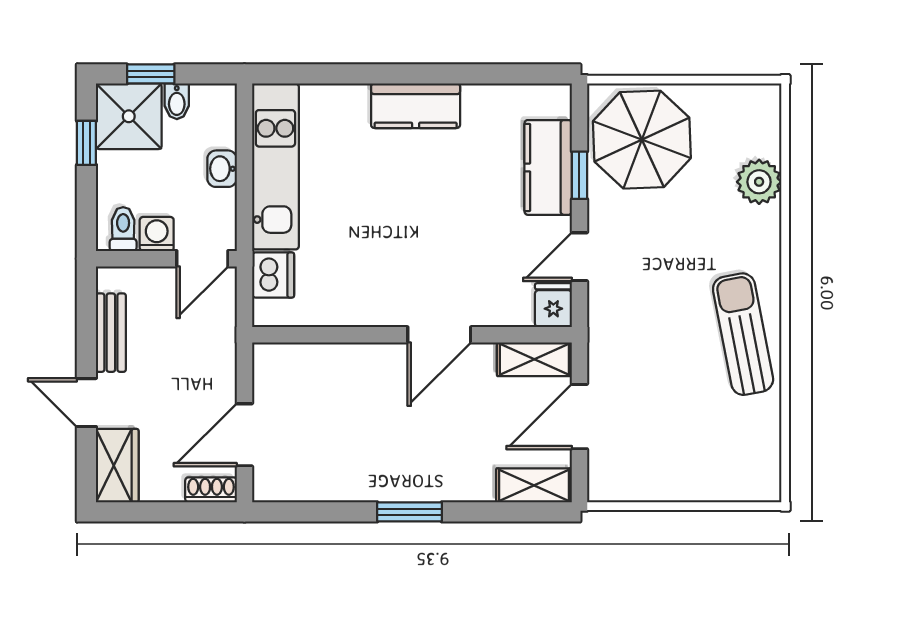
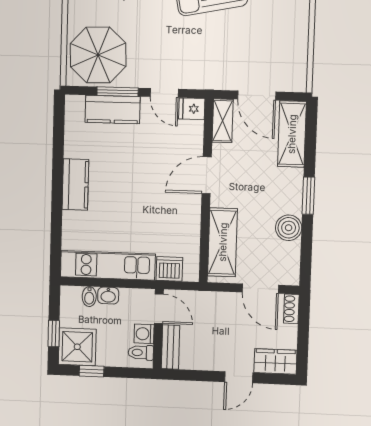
bidet: (177, 101) -> (89, 297), moved, turned 90
window: (579, 175) -> (117, 92), width x1.50
bench: (111, 333) -> (171, 347), moved, turned 90
door: (439, 335) -> (207, 175), swing flipped
shelving: (323, 366) -> (223, 242), added
boiler: (353, 480) -> (289, 228), added
shelving: (534, 485) -> (292, 134), width x1.50, depth x1.33

